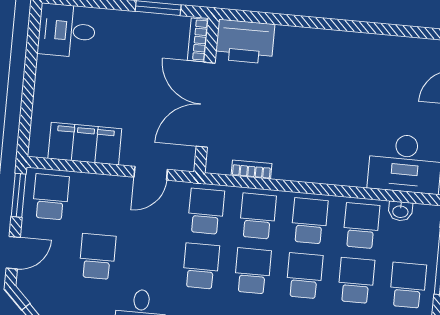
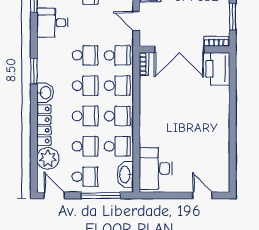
double door: (206, 105) -> (179, 49), swing flipped
bookcase: (252, 169) -> (144, 64), moved
washbasin: (400, 211) -> (125, 175), width x1.91, depth x1.45

